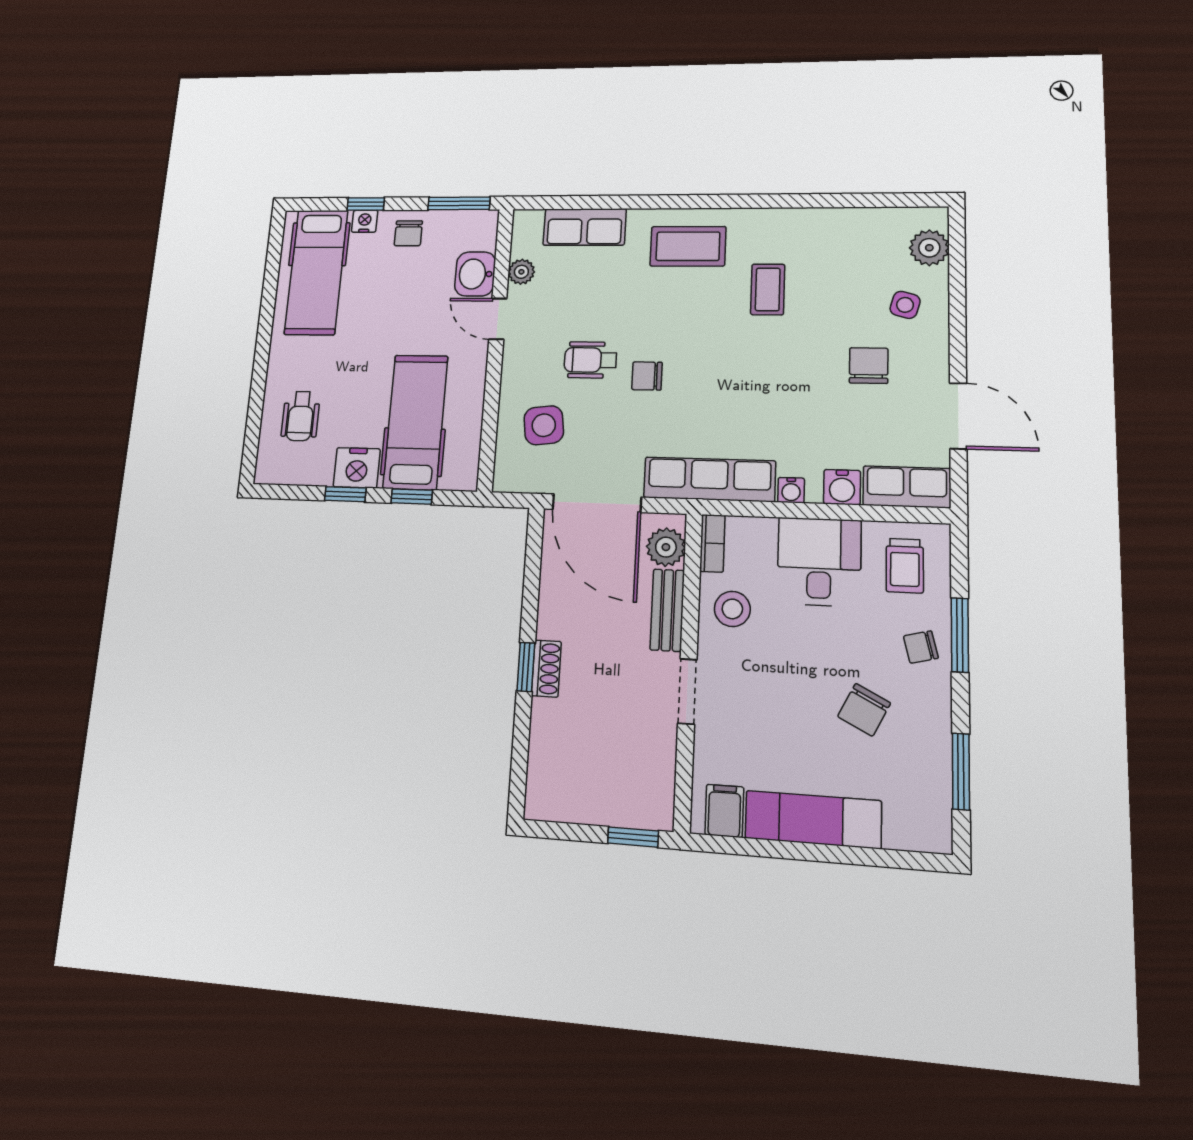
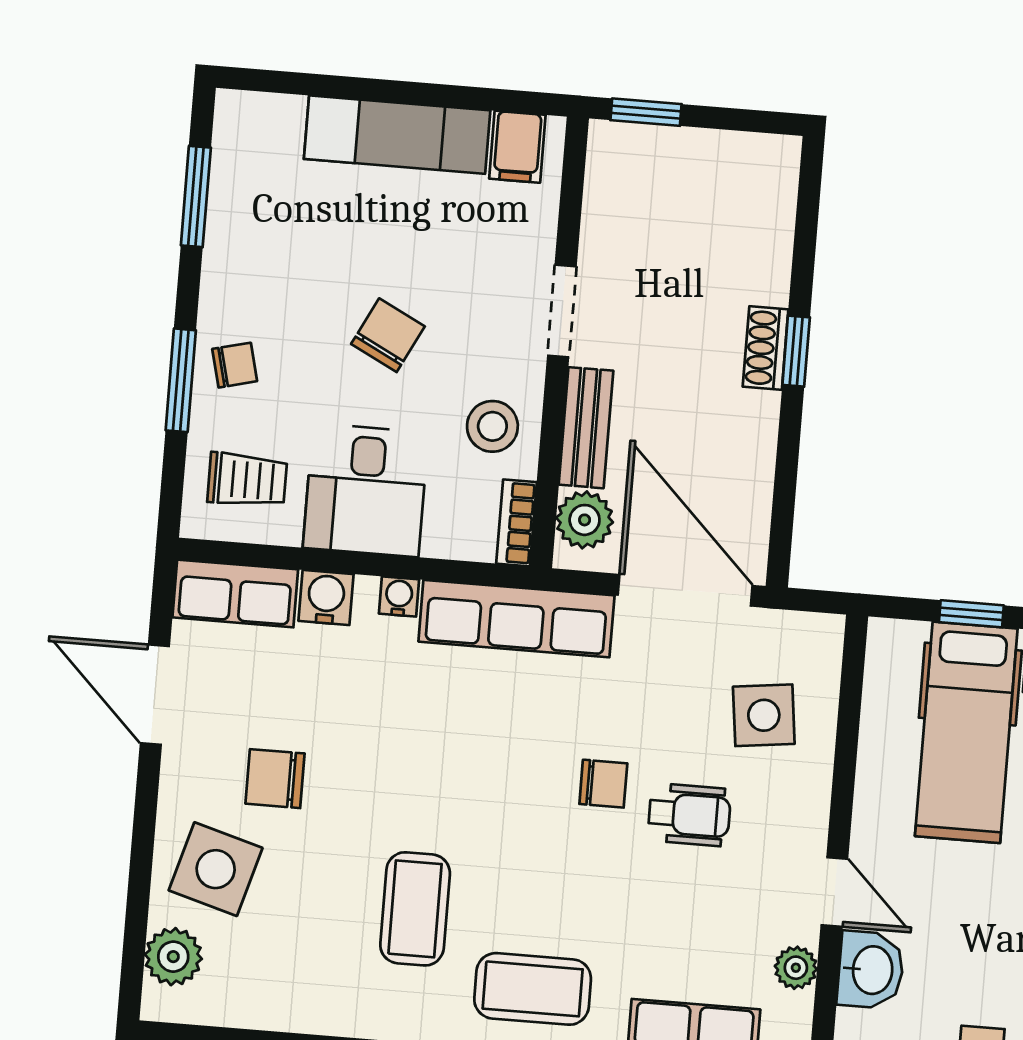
coffee table: (768, 289) -> (415, 909), width x1.36, depth x1.30
side table: (905, 305) -> (216, 869), width x1.87, depth x1.87
chair: (869, 366) -> (275, 779), turned 90
trolley: (905, 566) -> (247, 480), turned 90
chair: (864, 710) -> (388, 335), moved

